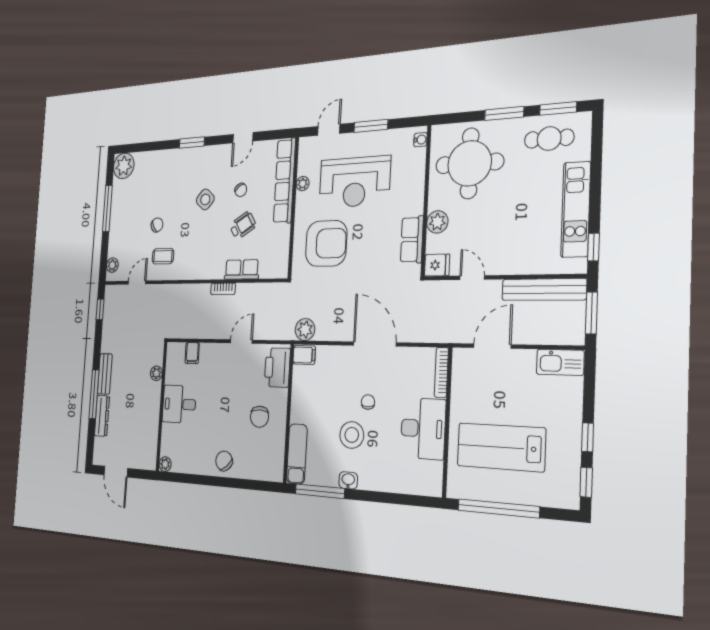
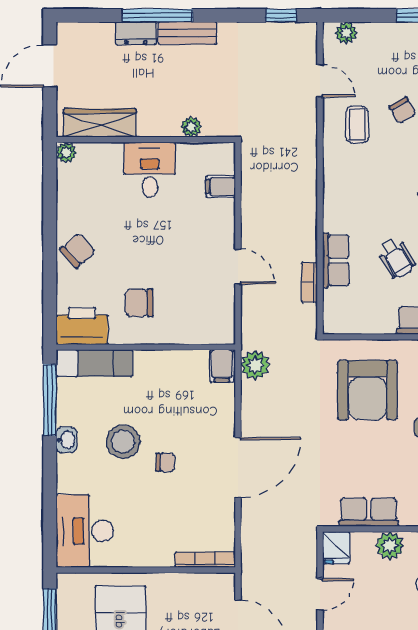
bookcase: (223, 289) -> (309, 282), moved
printer: (277, 367) -> (82, 326), moved
dresser: (102, 416) -> (136, 33), width x0.70
desk: (423, 429) -> (85, 531), moved, turned 90
wardrobe: (150, 439) -> (100, 123), added

